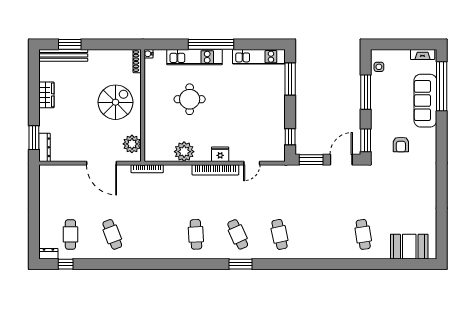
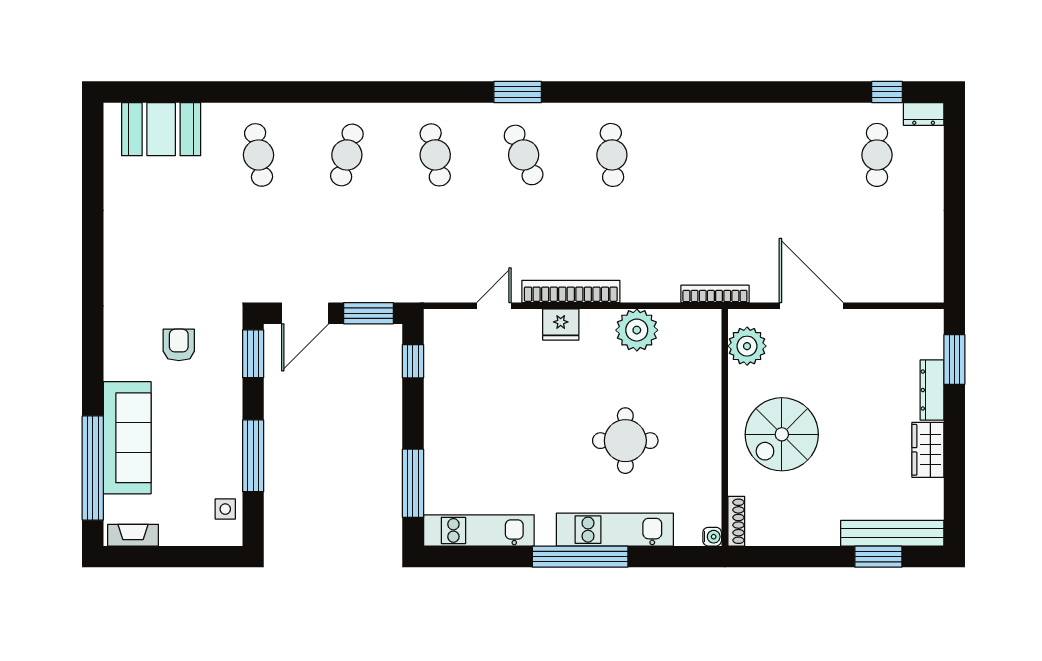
dresser: (44, 147) -> (932, 390), moved
cafe table: (112, 234) -> (347, 155), moved, turned 36

